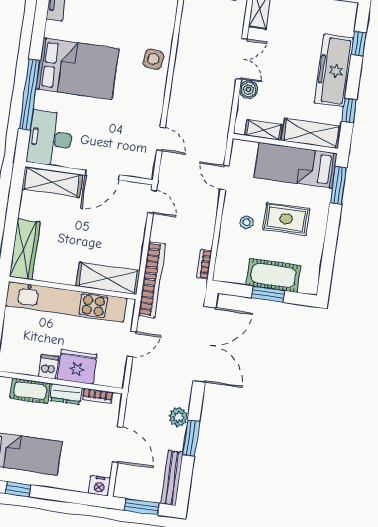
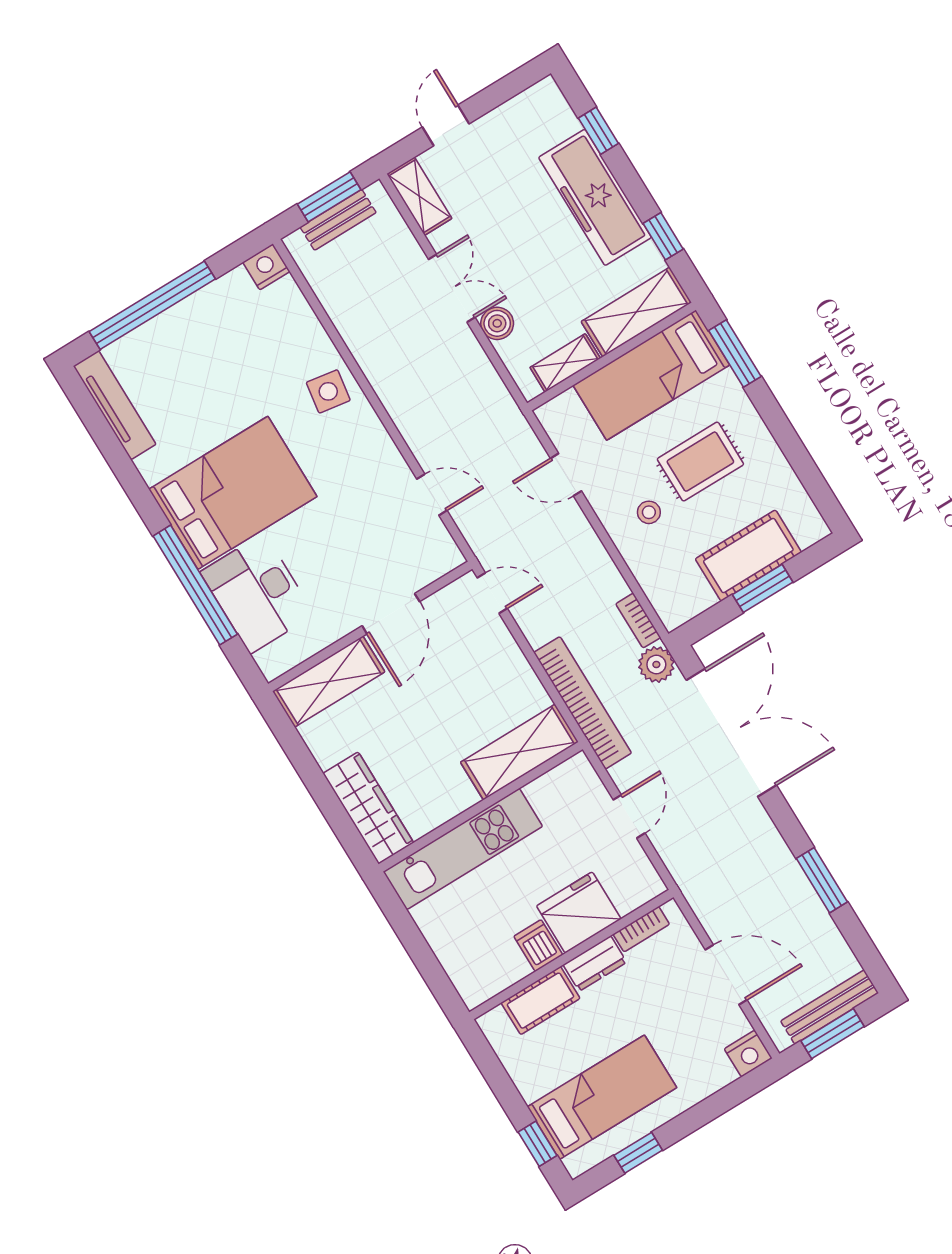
desk: (50, 138) -> (257, 593), moved
kitchen unit: (66, 302) -> (463, 849), width x0.73
plant: (178, 417) -> (656, 665), moved
bench: (172, 478) -> (830, 1007), moved, turned 90

